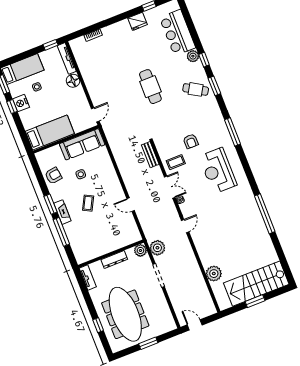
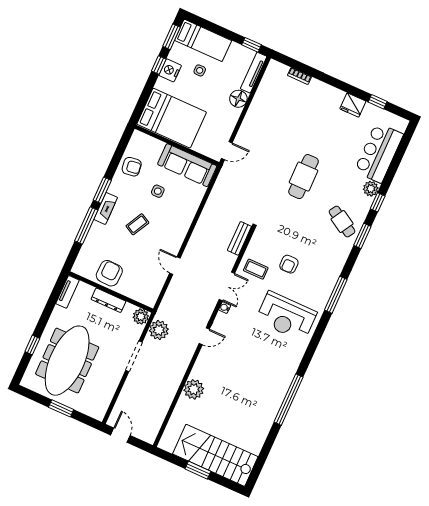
bed: (50, 132) -> (172, 118), width x1.50
reception desk: (218, 171) -> (286, 316), turned -90
armchair: (100, 245) -> (109, 273), added
plant: (214, 274) -> (194, 389), moved

